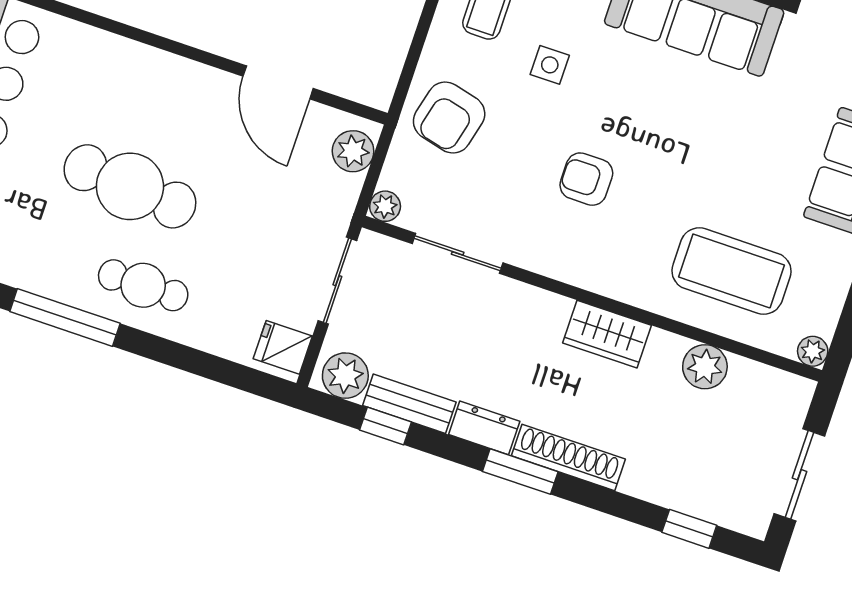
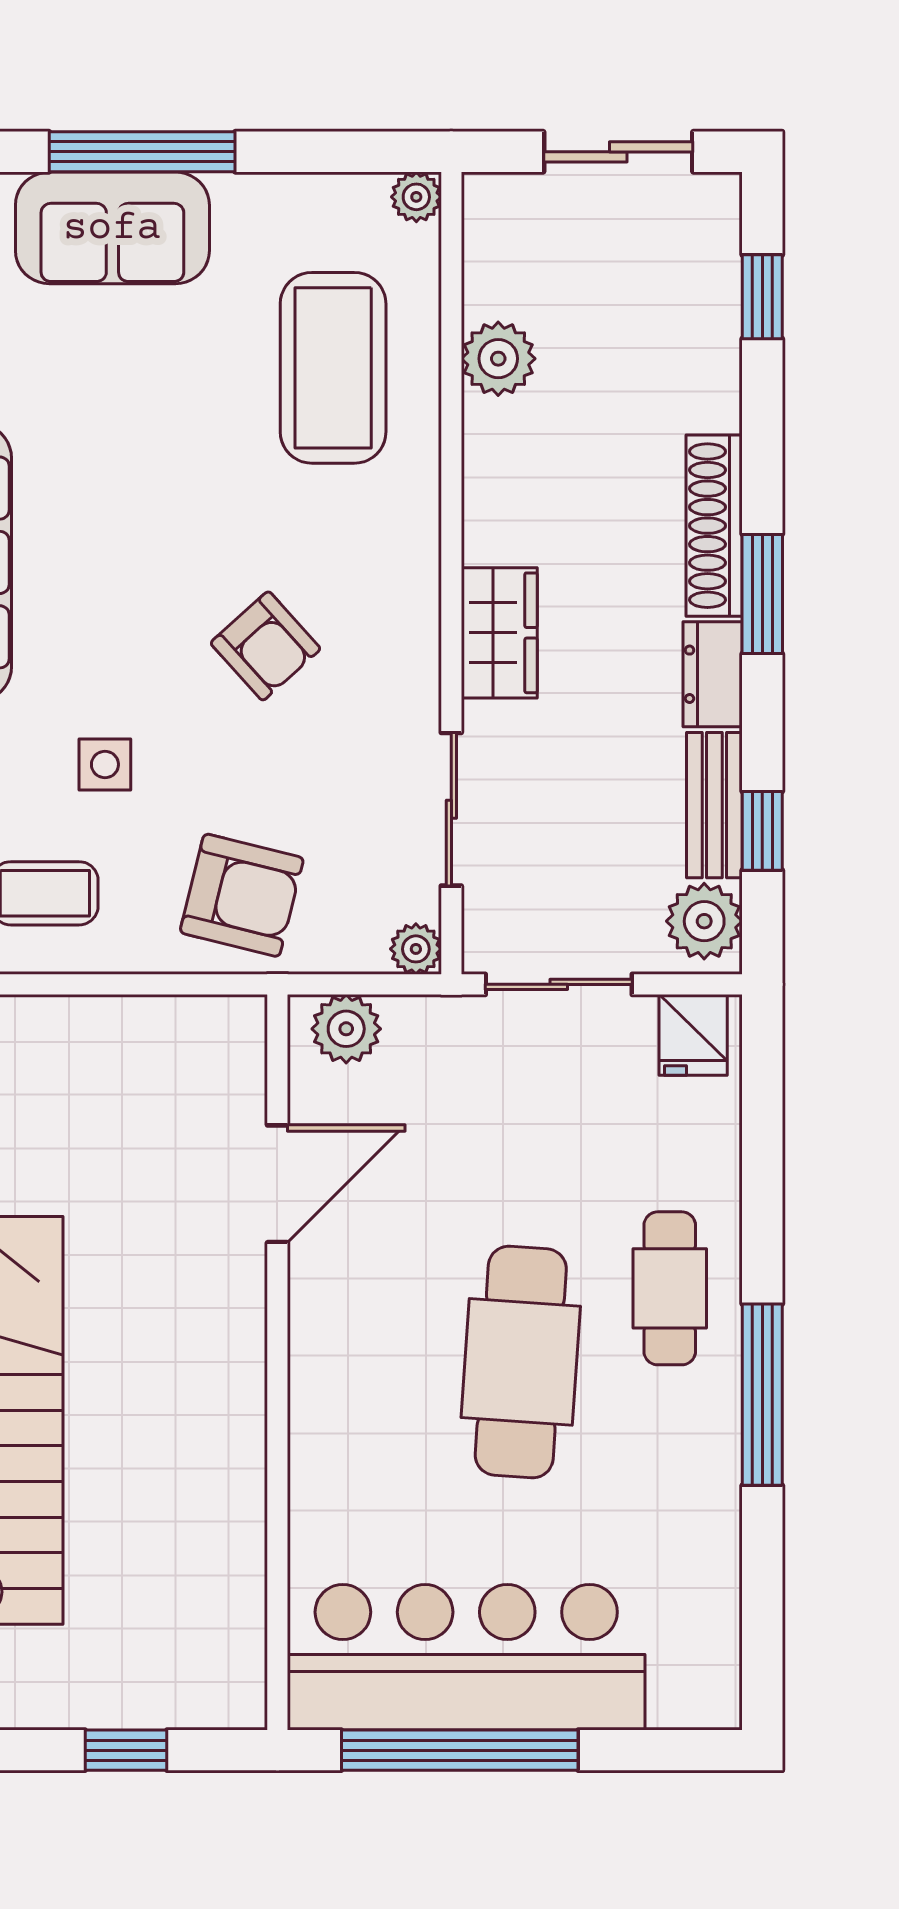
armchair: (586, 179) -> (266, 646), turned -42
wardrobe: (607, 334) -> (499, 633), moved

